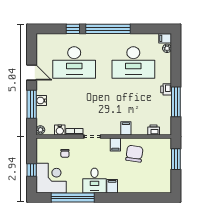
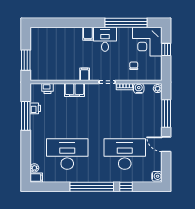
printer: (166, 89) -> (35, 108), moved
water cooler: (41, 101) -> (157, 176), moved
filing cabinet: (126, 128) -> (74, 90), width x2.00
chair: (134, 154) -> (66, 65), removed

